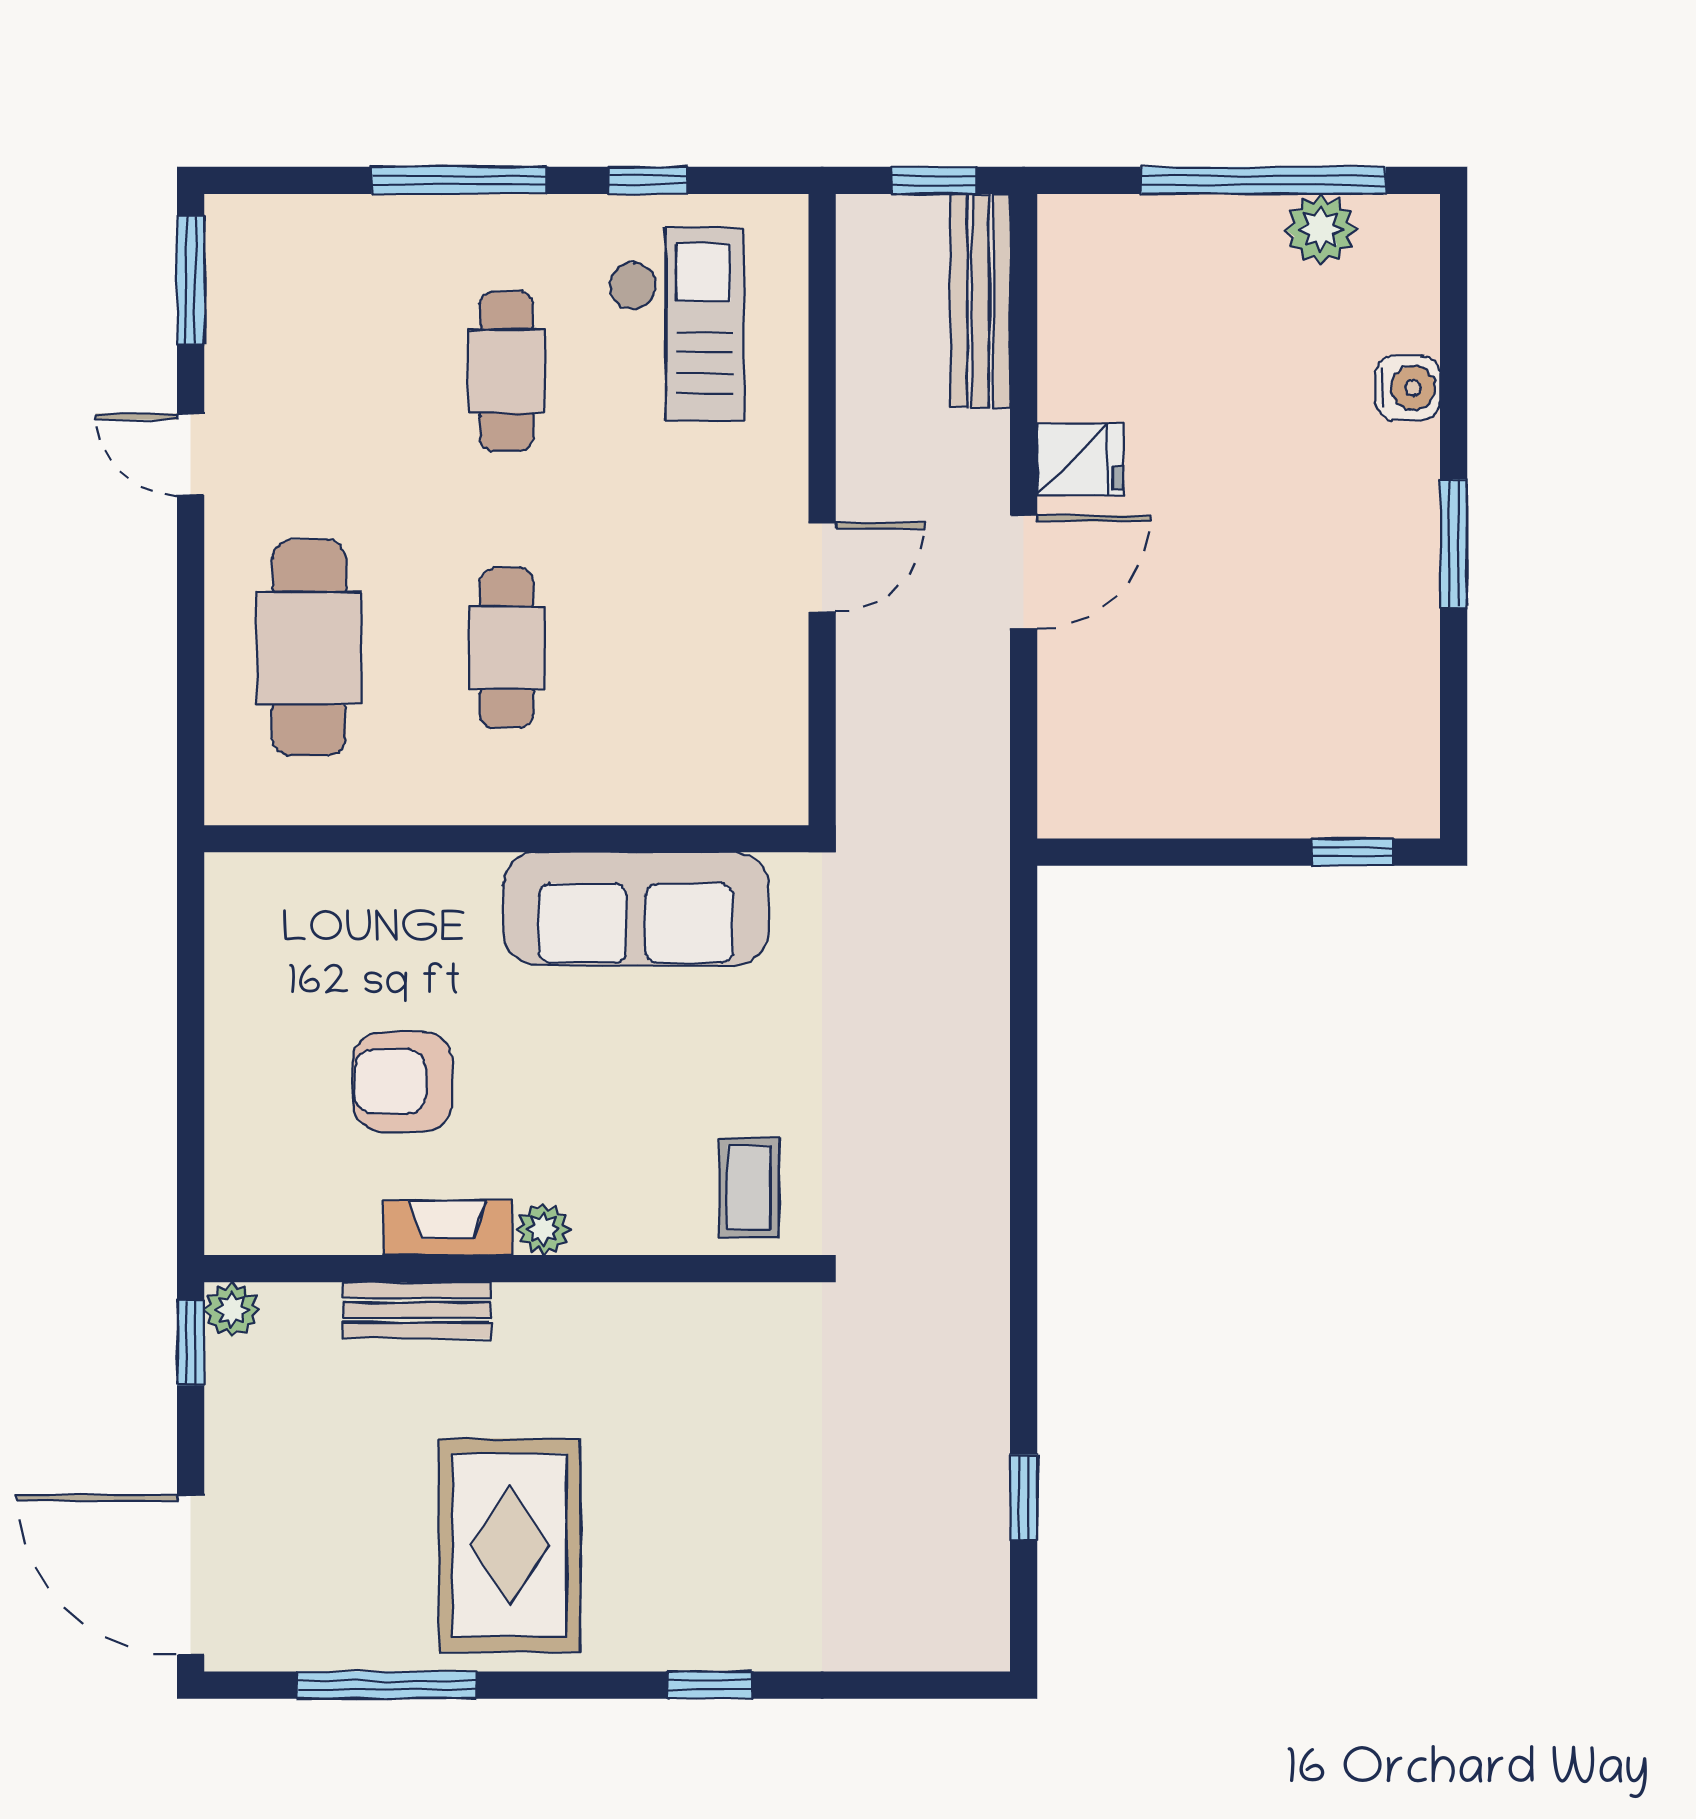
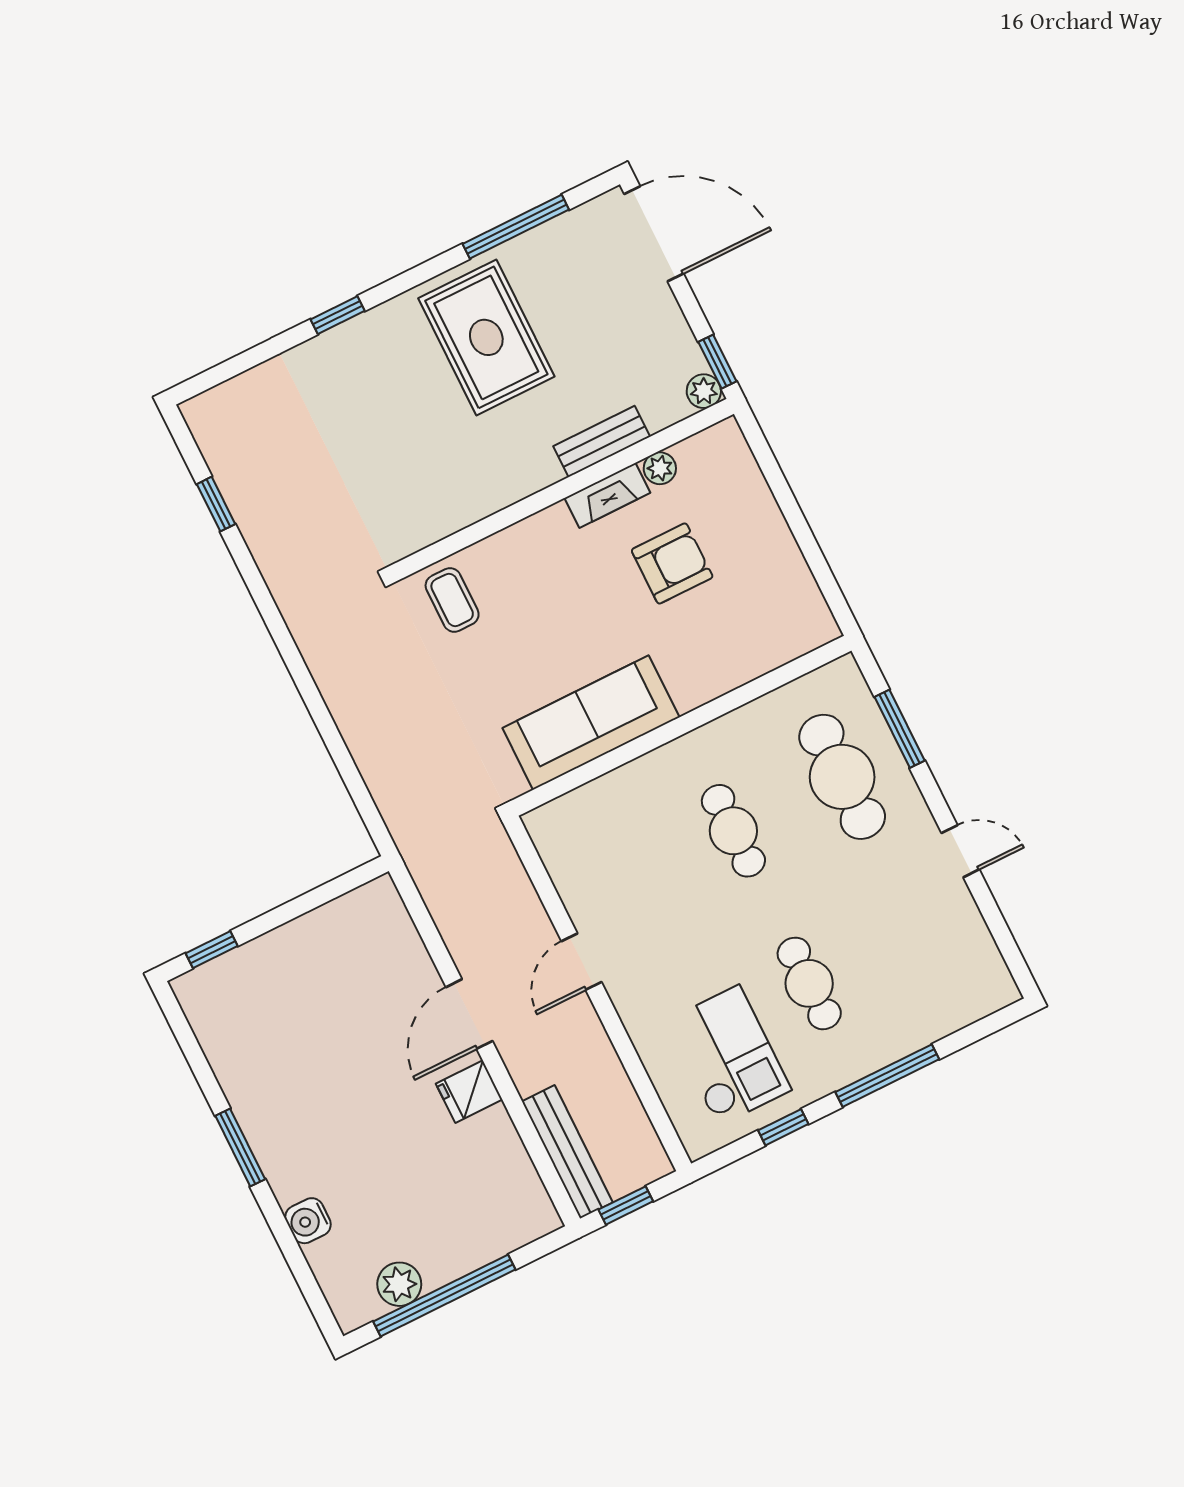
window: (191, 280) -> (900, 729), moved
checkout: (676, 324) -> (728, 1056), turned 180
plant: (543, 1229) -> (660, 468), moved

